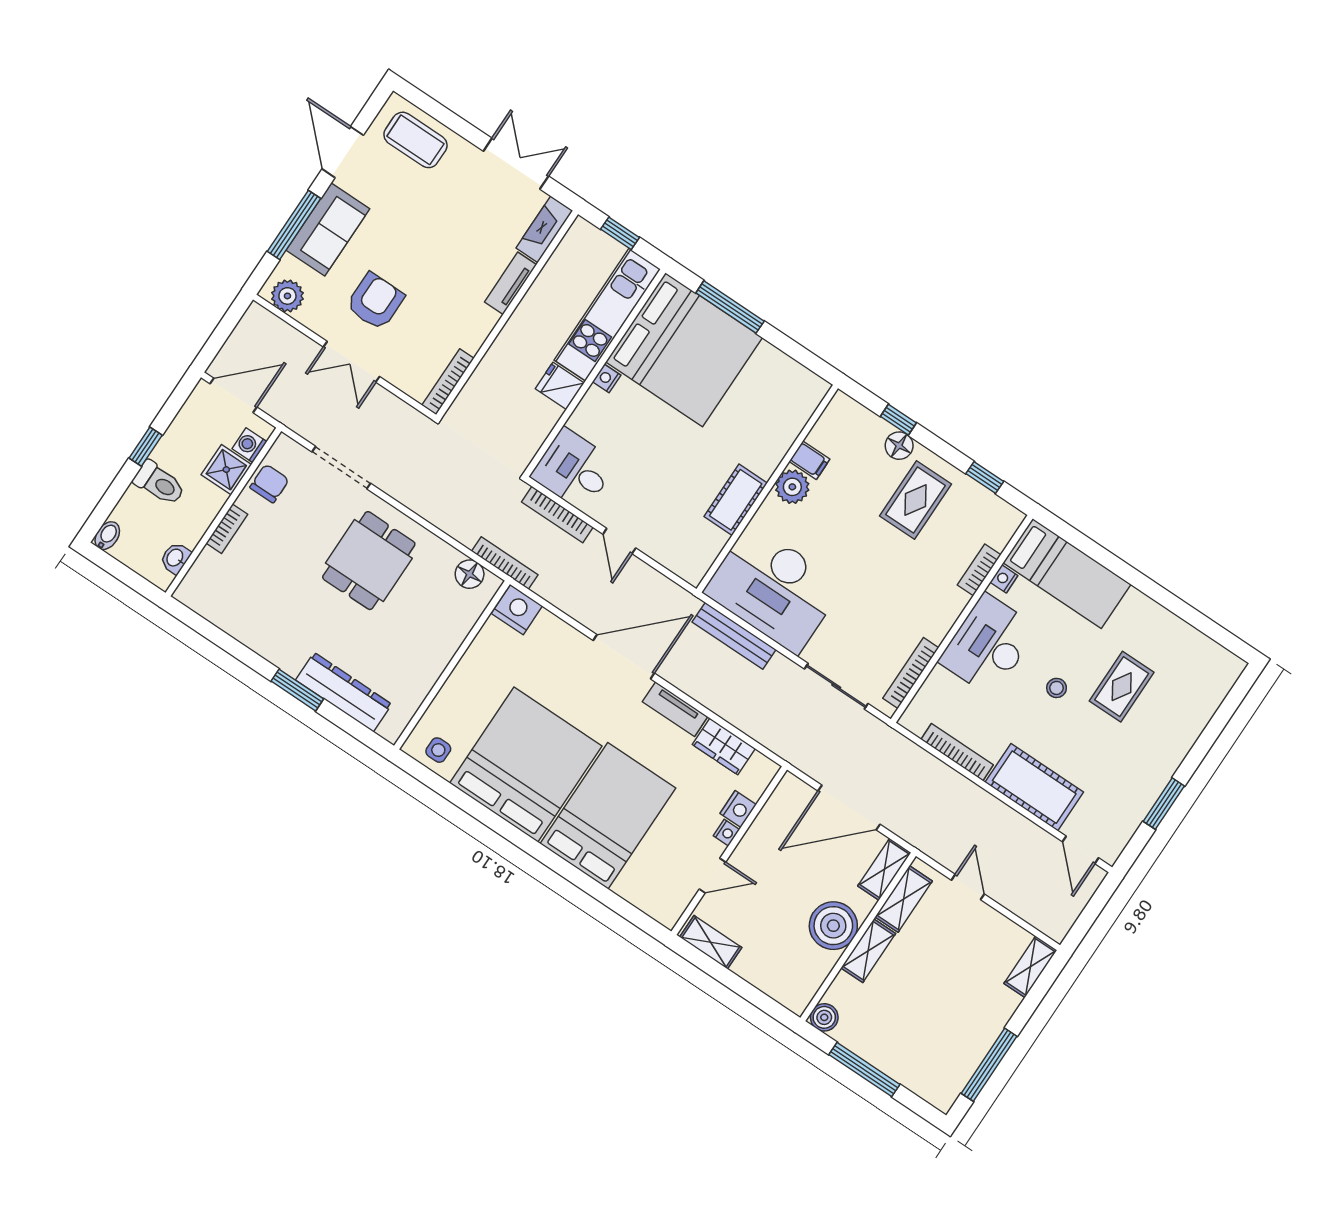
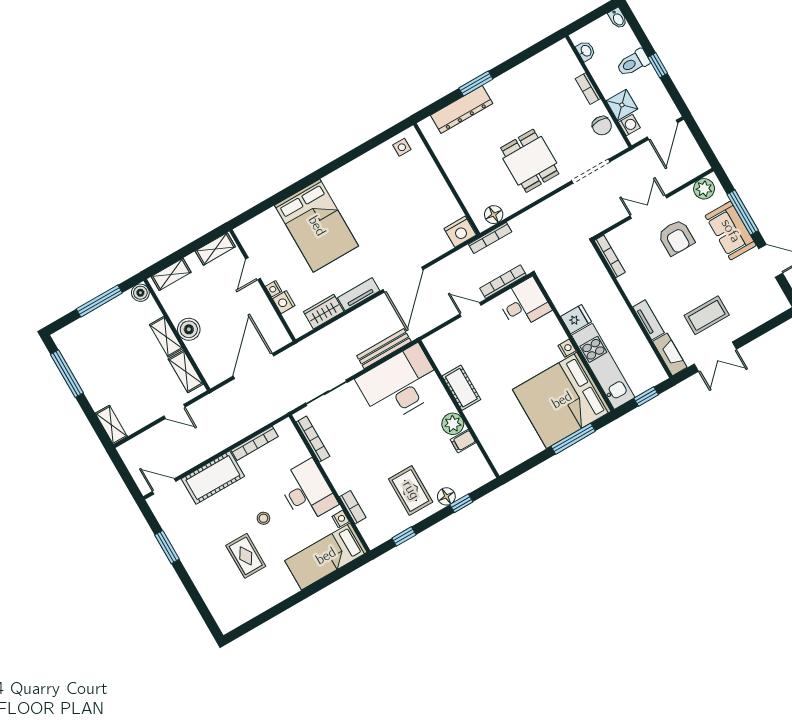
coffee table: (415, 140) -> (707, 315), moved
bed: (526, 765) -> (369, 193), removed
shelving: (884, 869) -> (171, 274), moved, turned 90
boiler: (833, 926) -> (189, 329), width x0.73, depth x0.73

